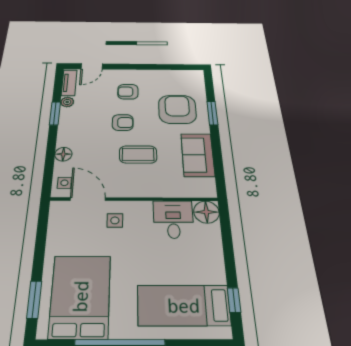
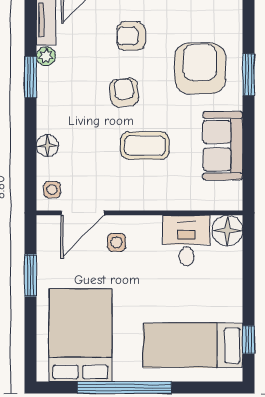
armchair: (123, 123) -> (124, 92), turned -96
door: (88, 199) -> (83, 213), swing flipped
window: (34, 299) -> (31, 275), moved

